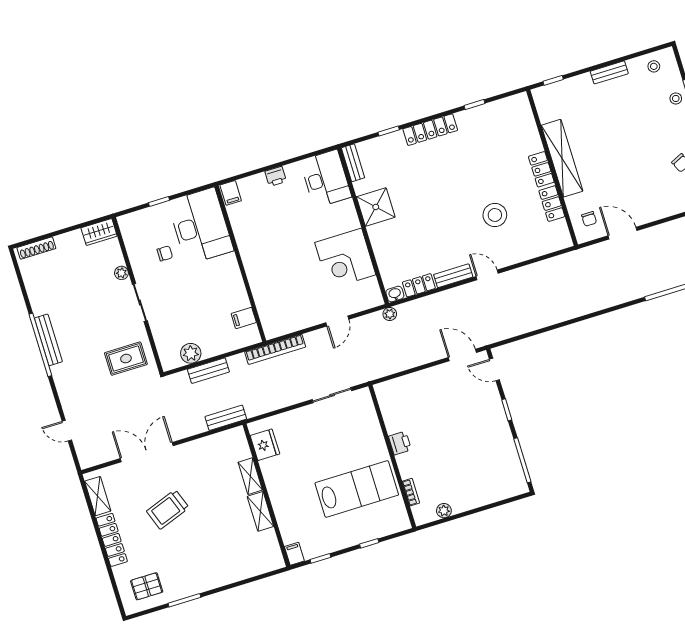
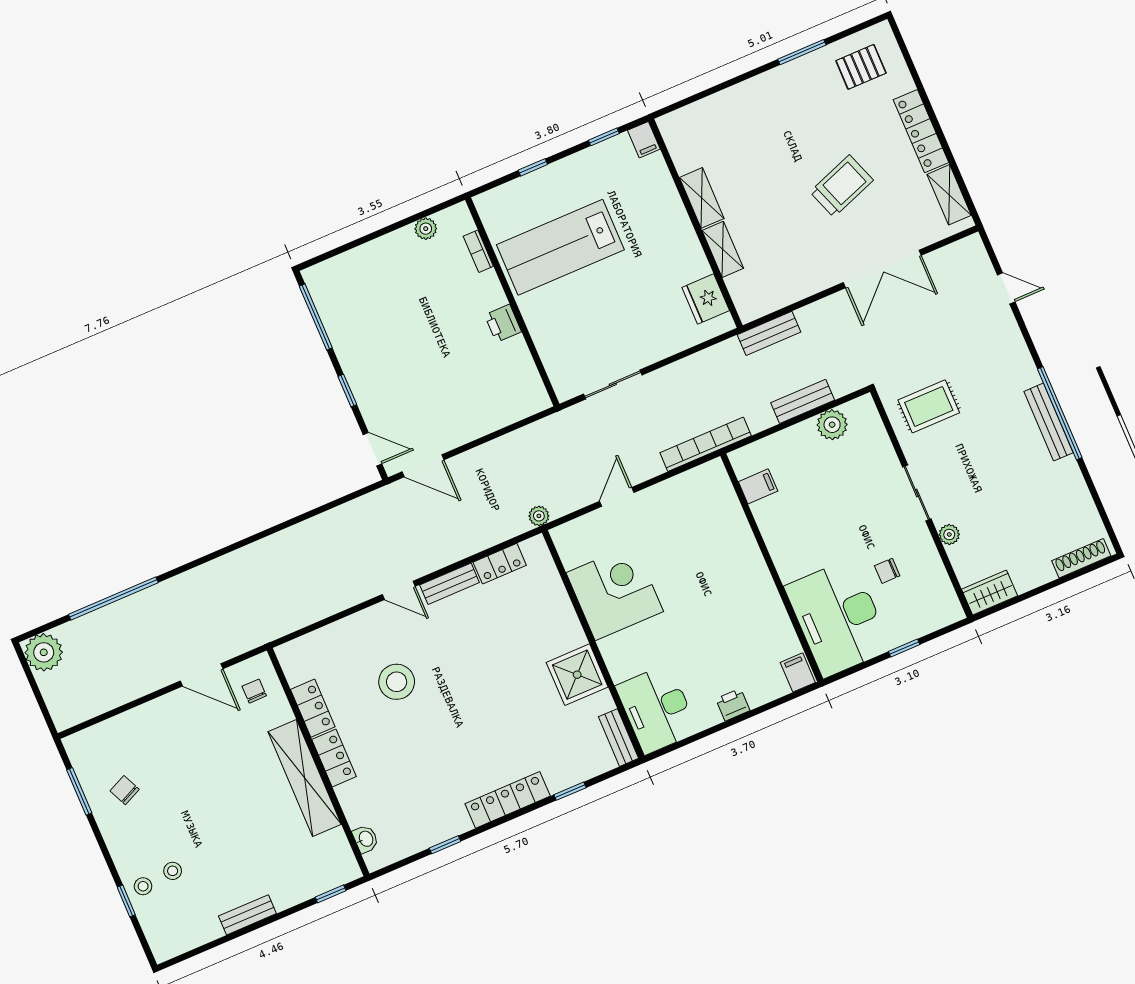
stool: (654, 66) -> (173, 871), moved
washbasin: (395, 294) -> (365, 839), moved, turned -90

